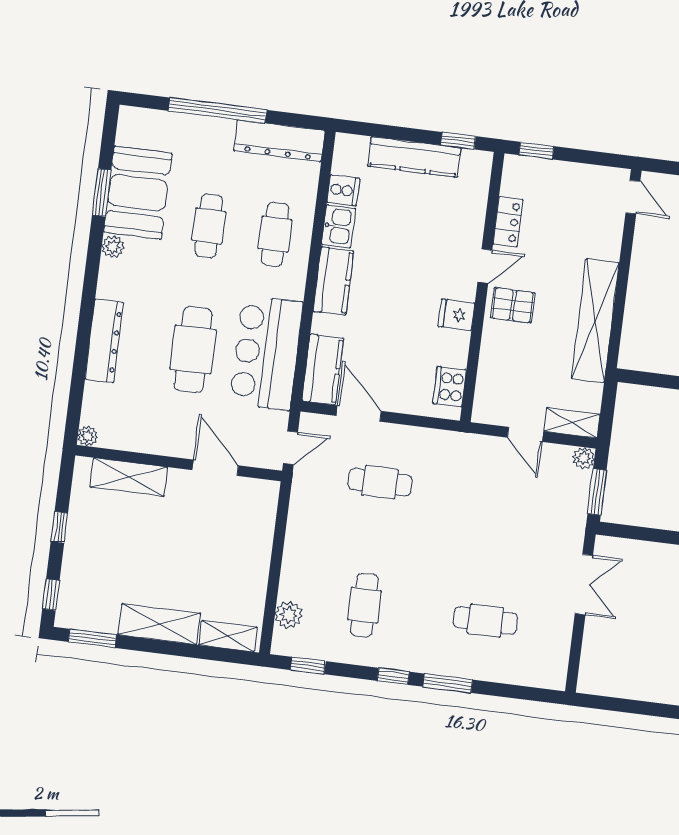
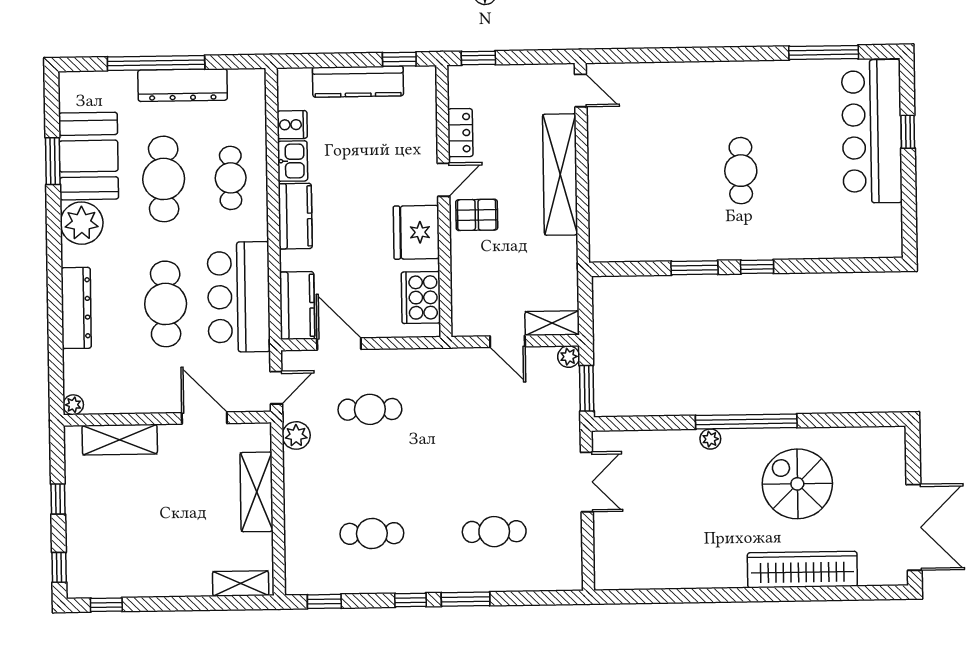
dresser: (279, 141) -> (183, 85), moved
cafe table: (209, 226) -> (164, 179), width x1.37, depth x1.35
plant: (113, 247) -> (82, 223), width x1.88, depth x1.88
fridge: (456, 315) -> (416, 232), width x1.88, depth x1.34
shelving: (595, 321) -> (560, 175), moved
cooker: (450, 387) -> (421, 298), width x1.37, depth x1.31
cafe table: (364, 605) -> (372, 533), turned 90
plant: (289, 615) -> (296, 435), moved
shelving: (159, 624) -> (257, 492), moved, turned 90
window: (92, 638) -> (106, 605), width x0.67

